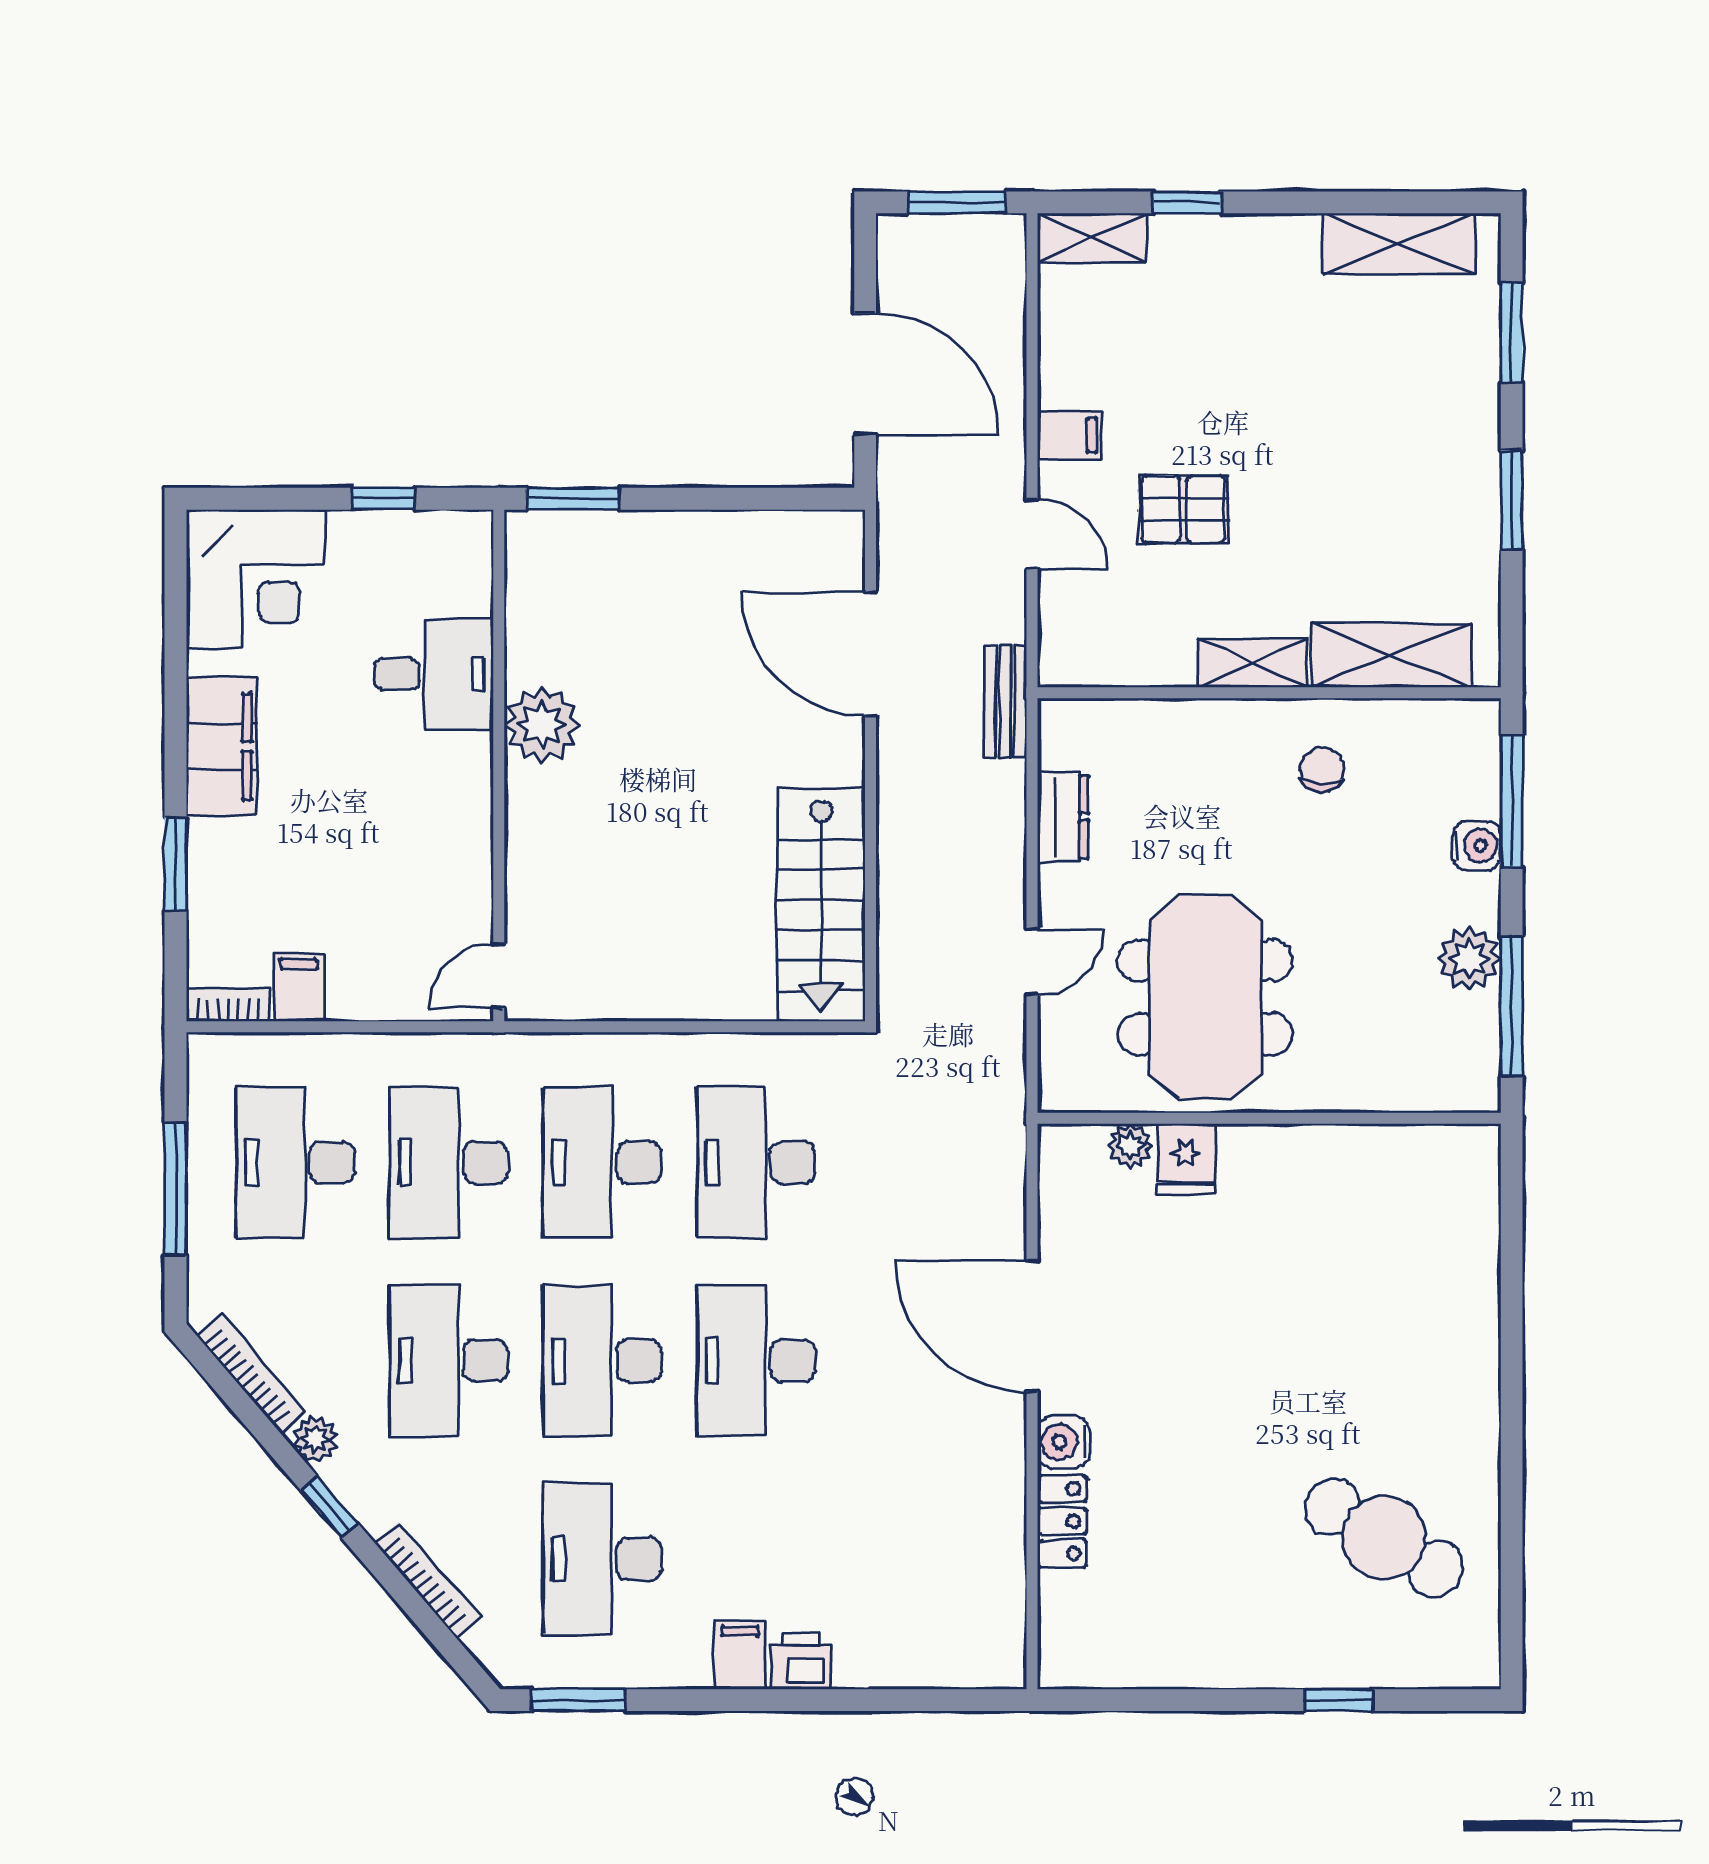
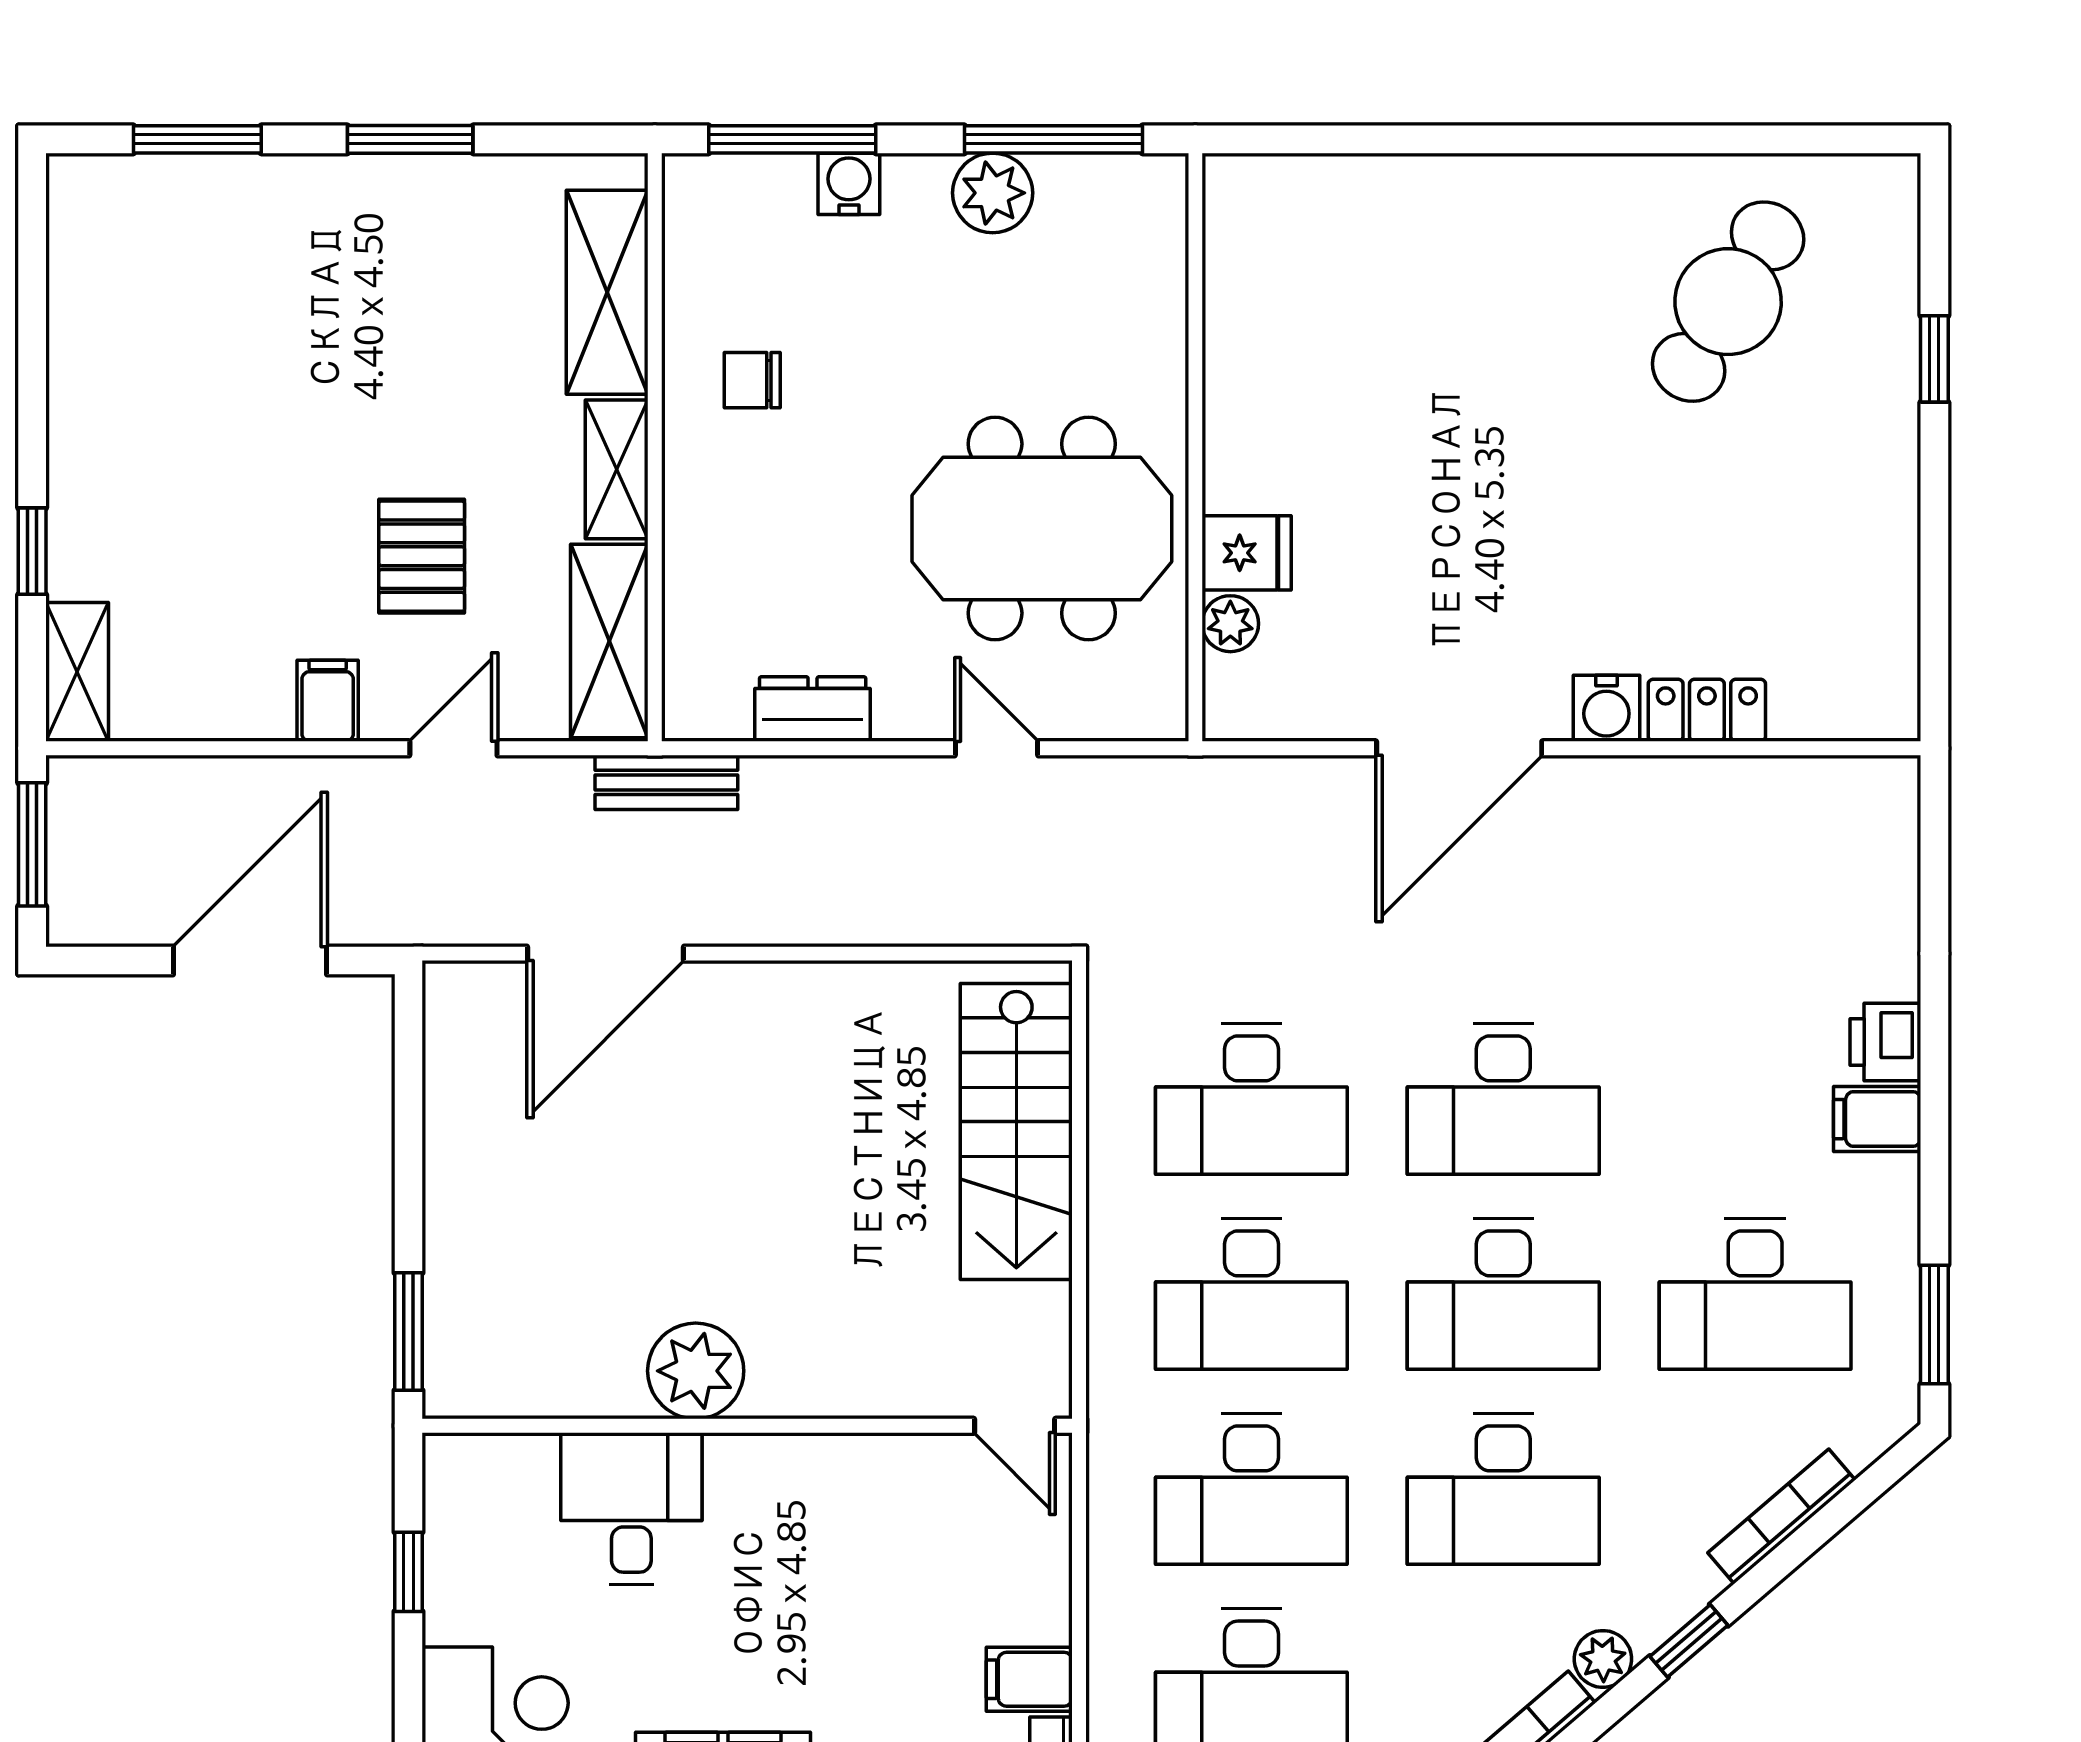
shelving: (1399, 244) -> (609, 641), moved
stairs: (821, 905) -> (1016, 1132), moved, turned 90

